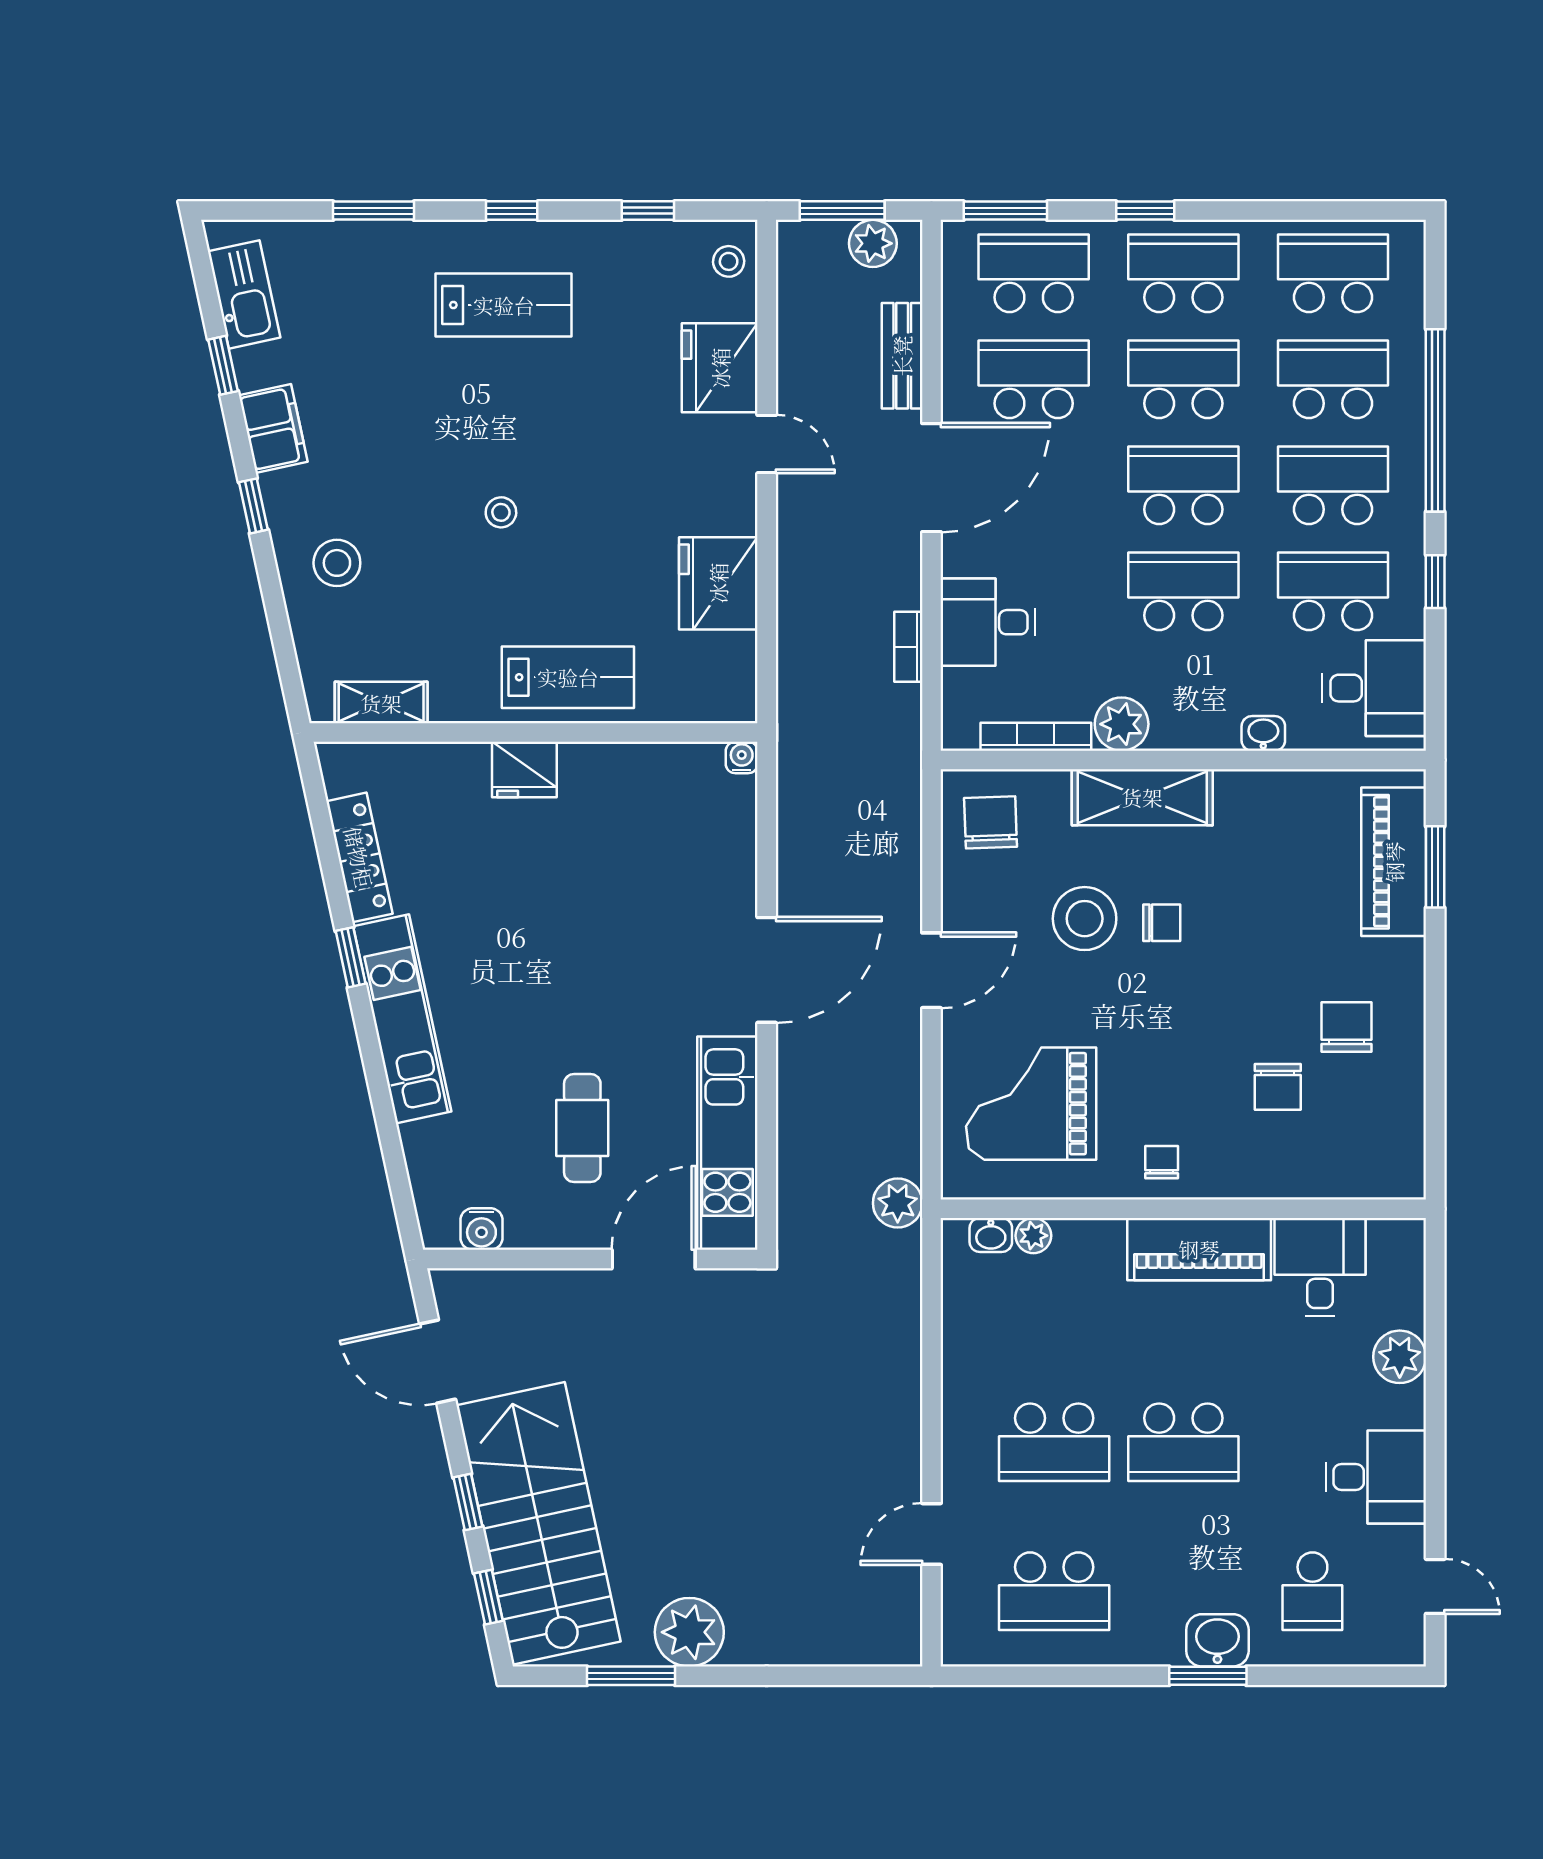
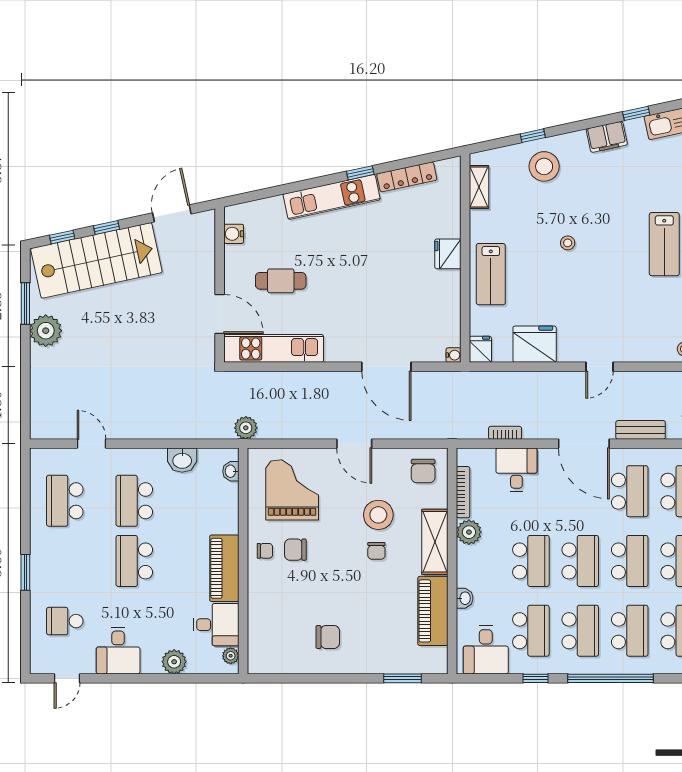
fridge: (720, 368) -> (480, 349), moved, width x0.53, depth x0.75
window: (253, 506) -> (533, 136), moved
stool: (337, 563) -> (544, 166), width x1.38, depth x1.38
chair: (991, 822) -> (423, 471), turned 92
piano: (1394, 862) -> (433, 611), moved, turned -90
door: (767, 970) -> (386, 367), moved
chair: (1278, 1087) -> (295, 550), moved
plant: (1033, 1236) -> (231, 656), moved
washbasin: (1217, 1640) -> (182, 460), moved, turned 90

